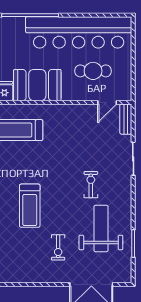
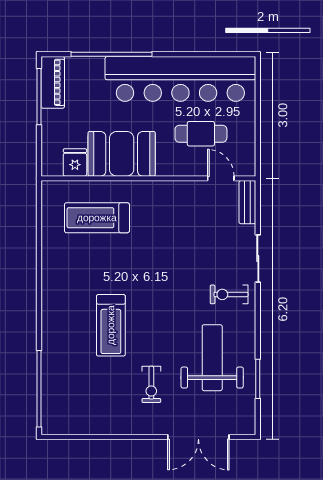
door: (107, 102) -> (221, 178), swing flipped
exercise bike: (91, 185) -> (229, 294), moved, turned -90

